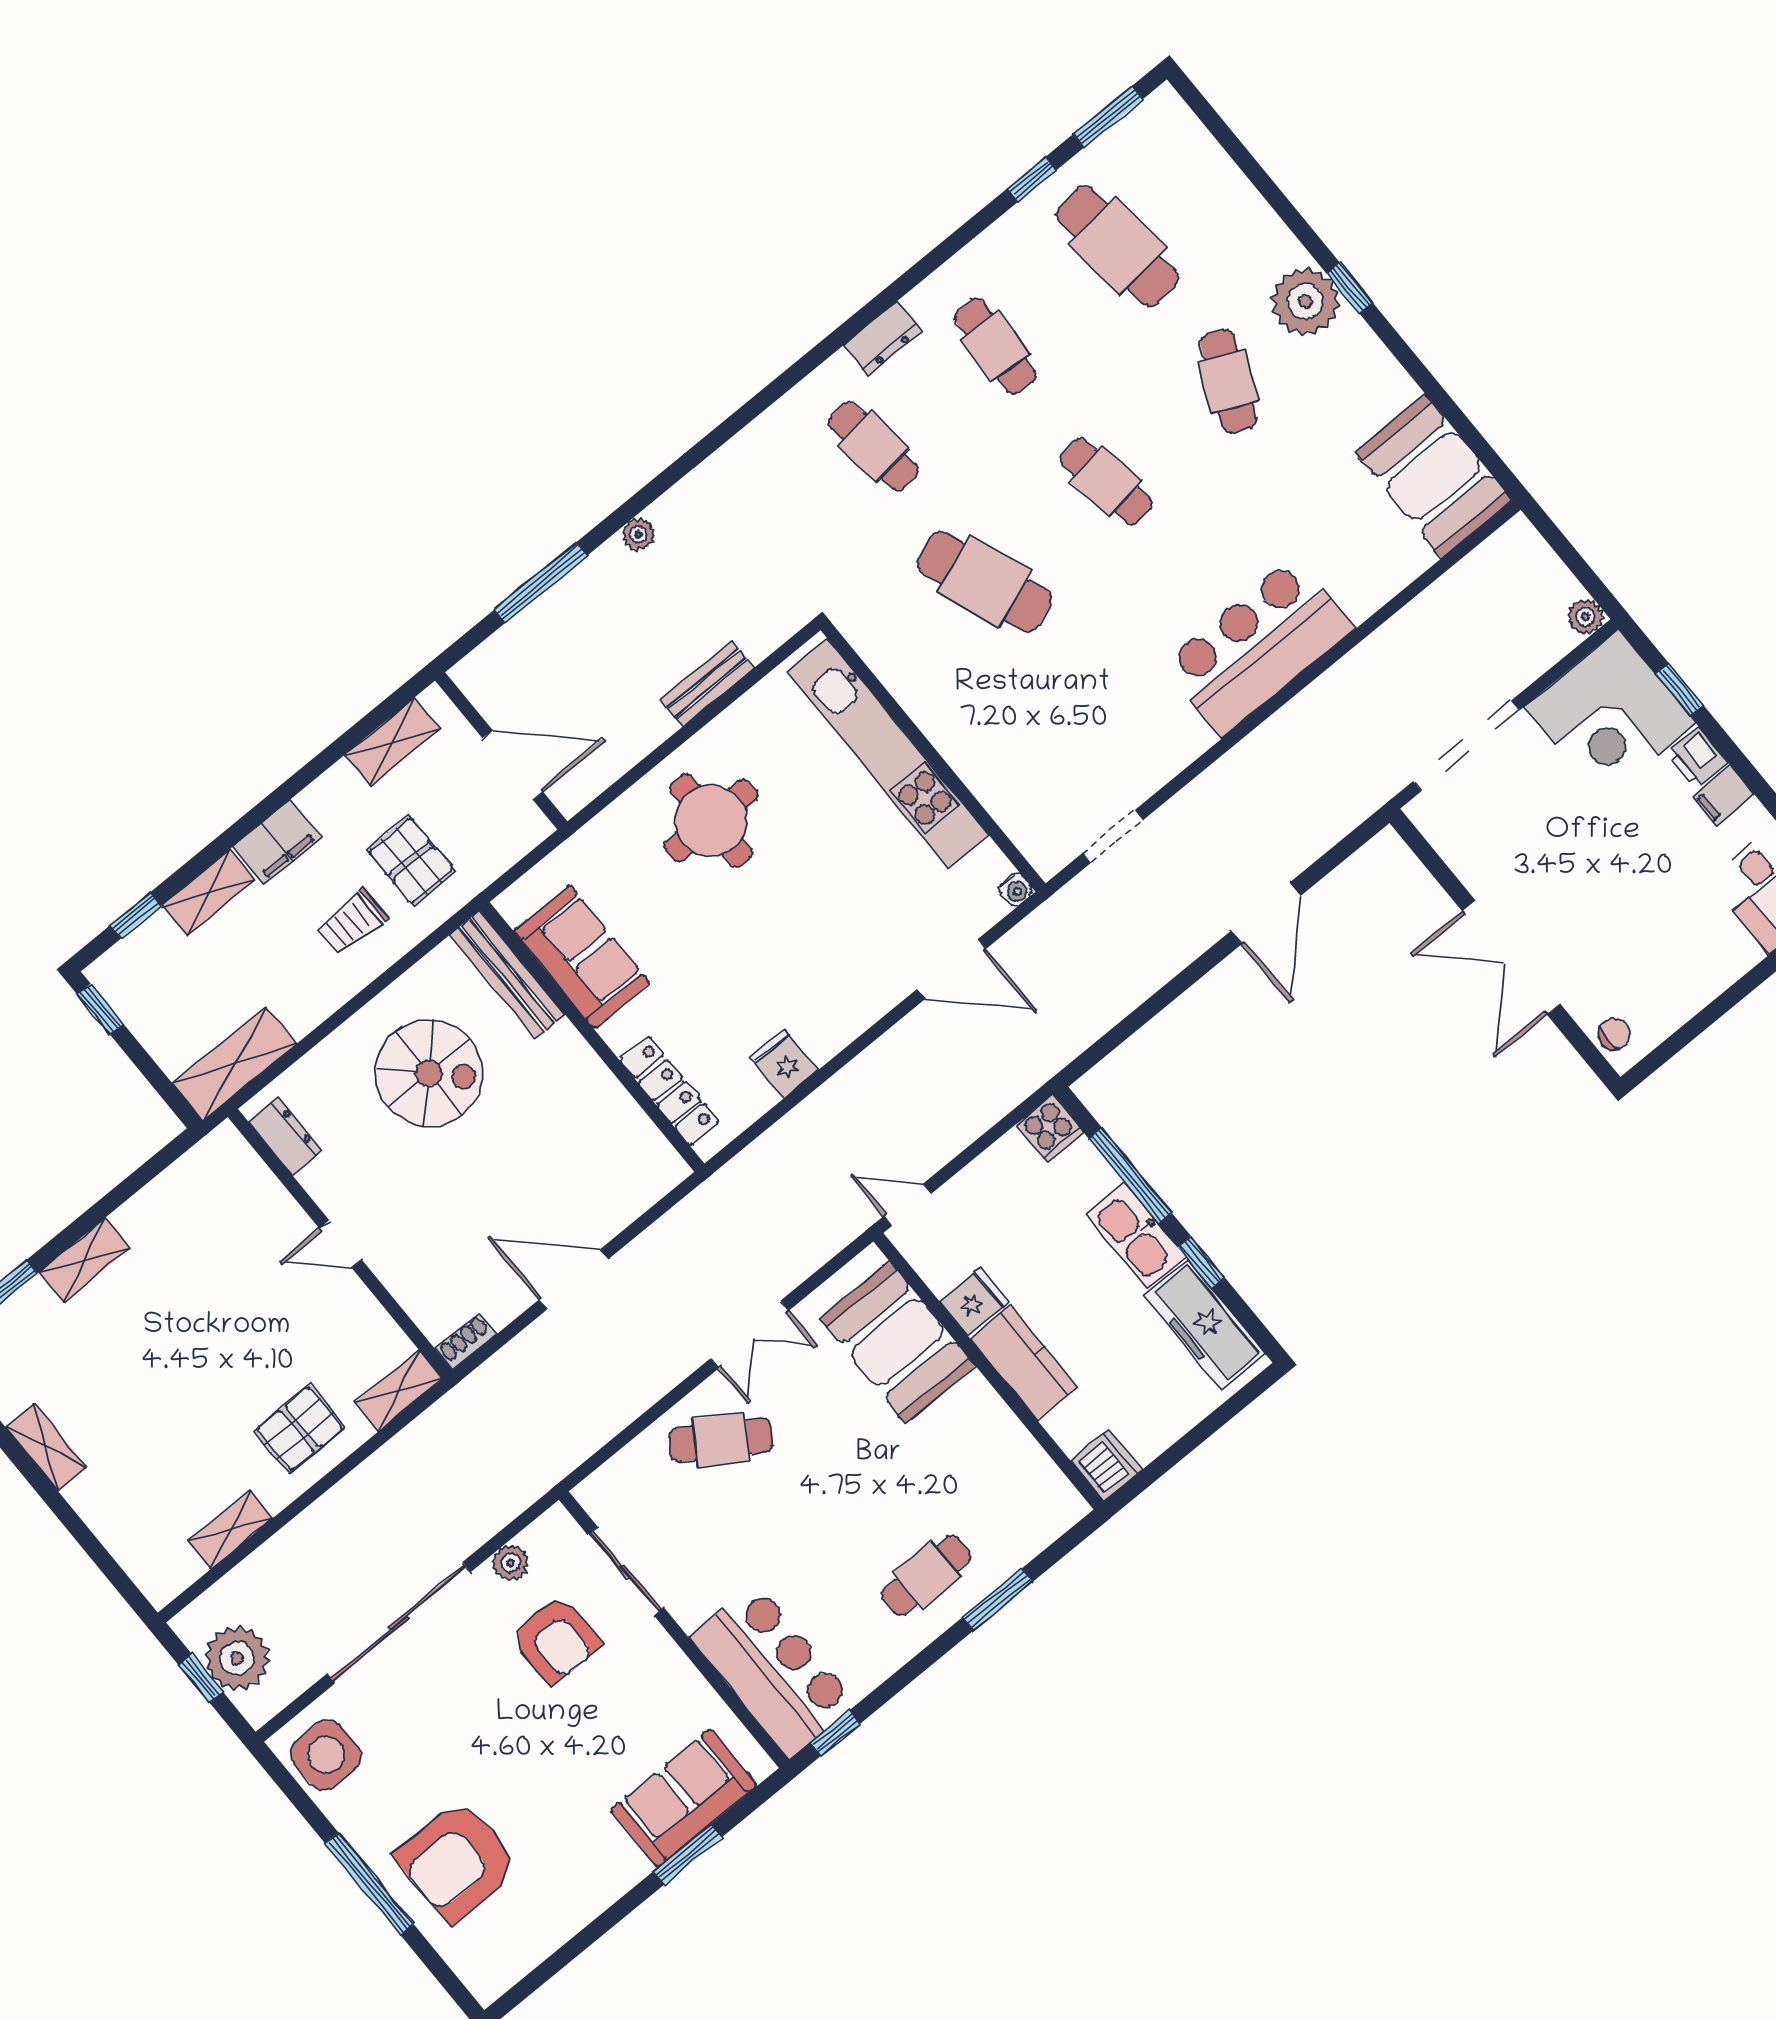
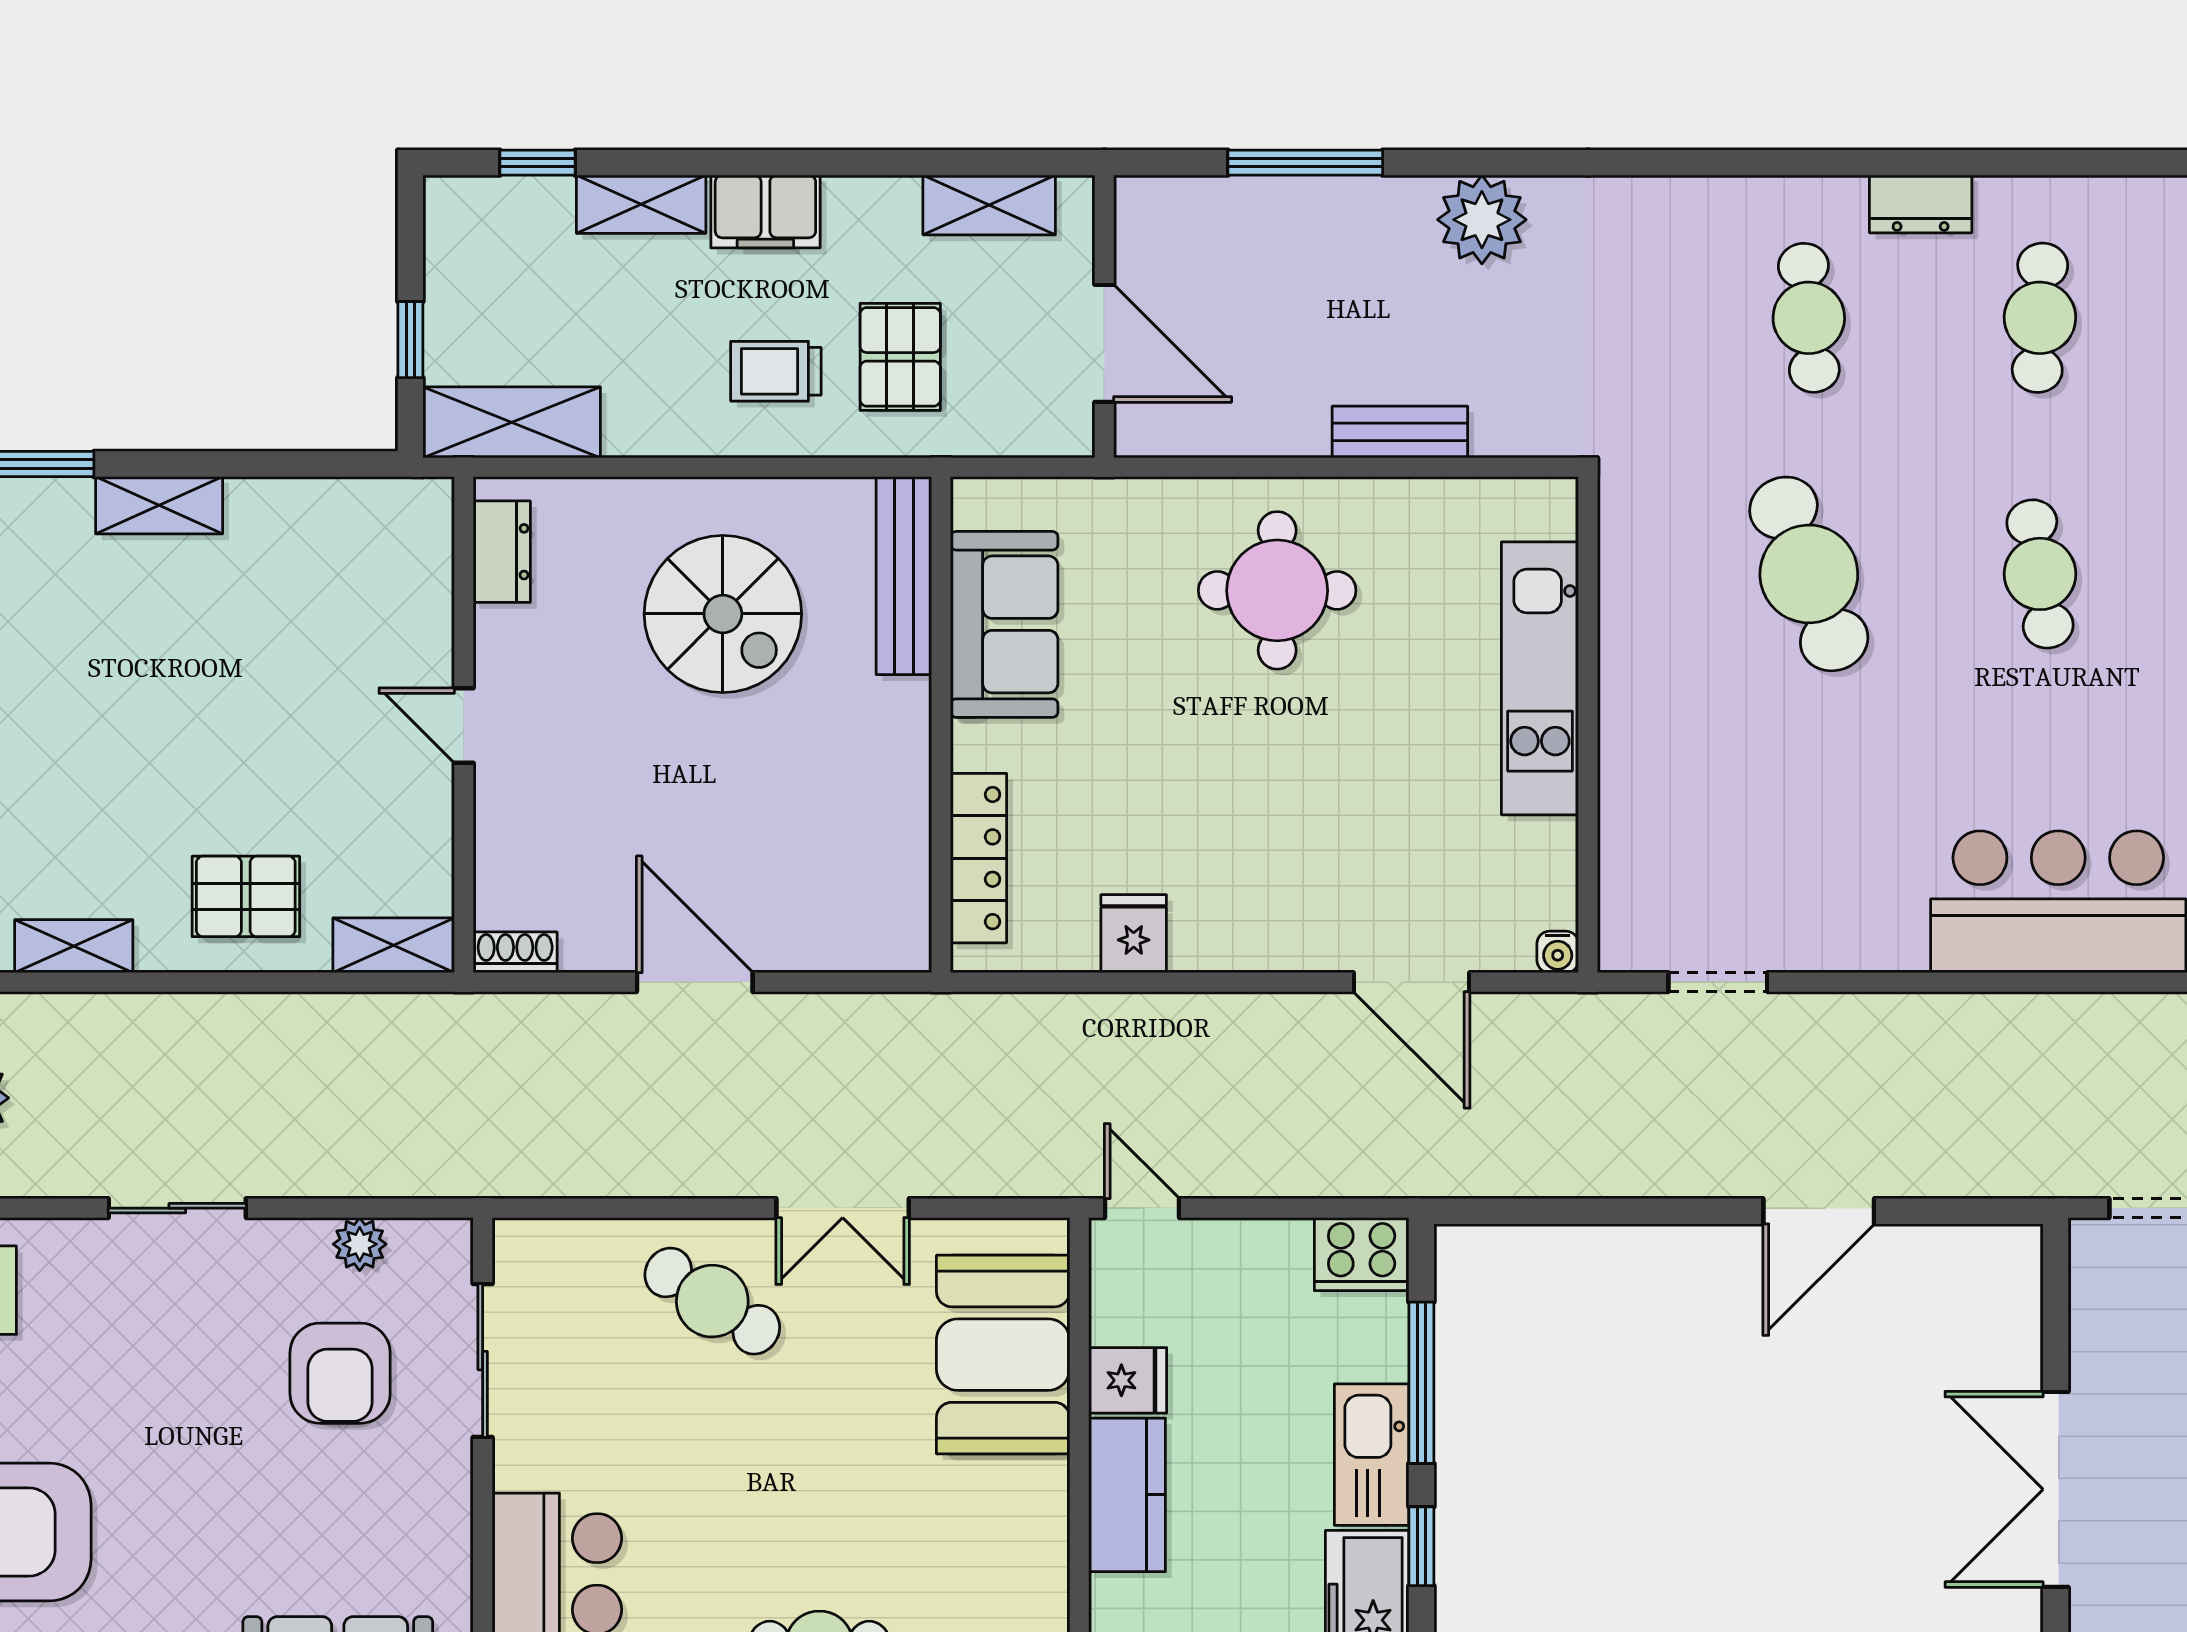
plant: (638, 534) -> (1482, 220), width x1.87, depth x1.87
kitchen unit: (888, 753) -> (1540, 678), width x0.73
window: (100, 1009) -> (410, 340), moved
cooker: (1050, 1129) -> (1362, 1254), width x1.36
sliding door: (399, 1623) -> (177, 1208), width x0.54

